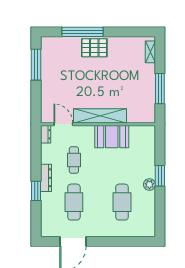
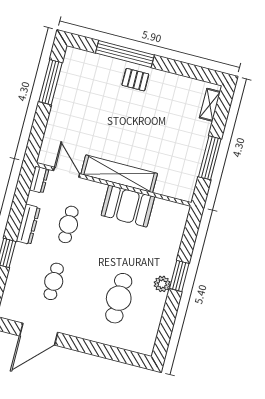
pallet: (94, 48) -> (135, 80), width x0.67, depth x0.71
dresser: (46, 178) -> (28, 224), moved
cafe table: (74, 202) -> (54, 281), width x0.73, depth x0.74

